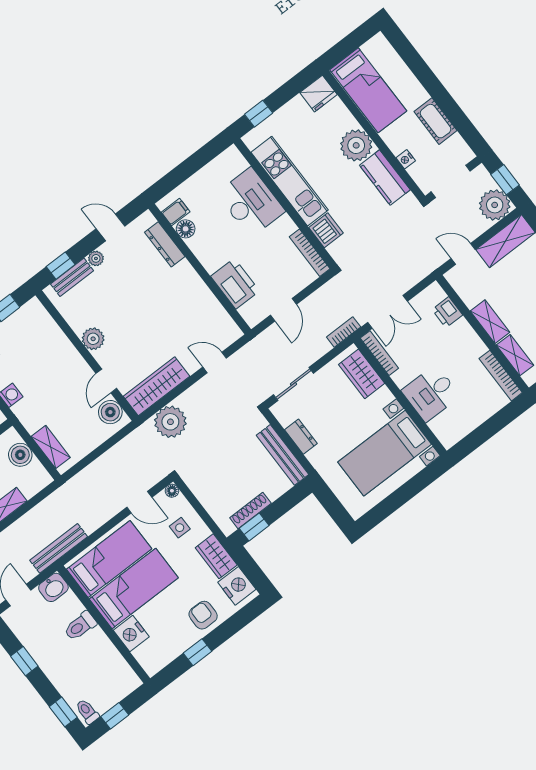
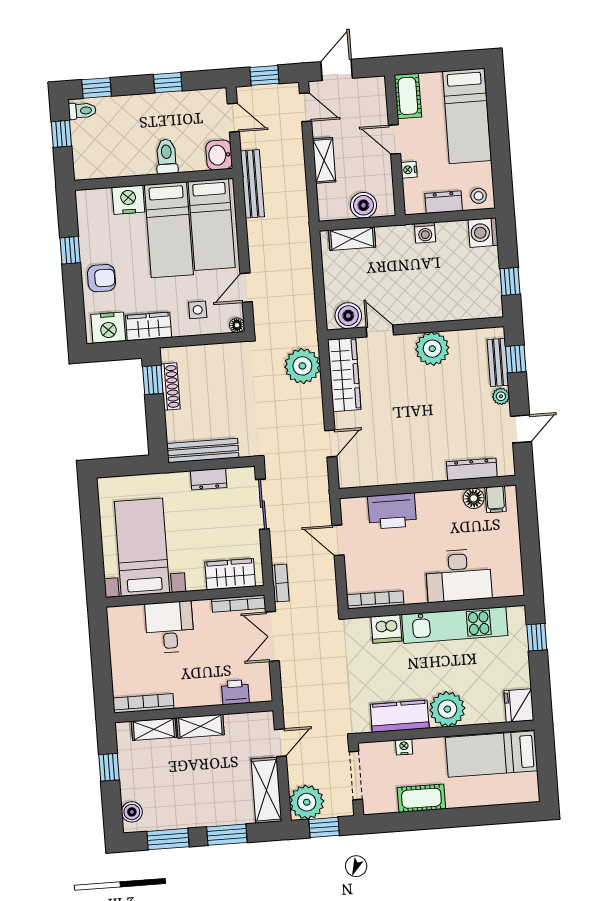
plant: (93, 339) -> (432, 349), width x1.36, depth x1.36

